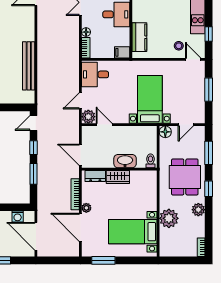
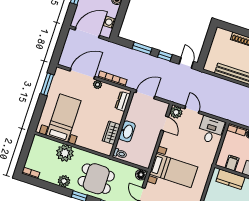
filing cabinet: (122, 52) -> (232, 163), moved
door: (104, 125) -> (165, 124), hinge flipped
wardrobe: (118, 177) -> (111, 133), moved

